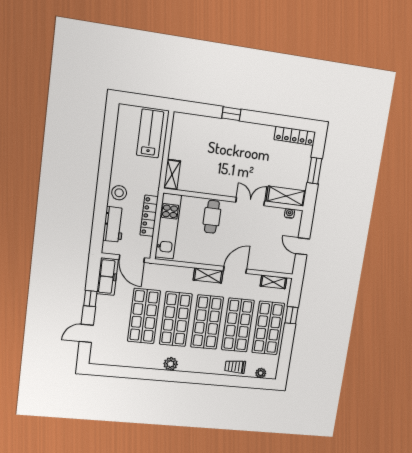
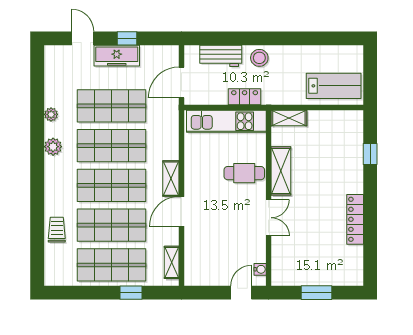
window: (231, 114) -> (370, 154), moved
locker: (295, 136) -> (355, 219), moved
shelving: (286, 196) -> (281, 171), moved
locker: (149, 216) -> (245, 97), width x0.66
door: (303, 246) -> (241, 293), moved
door: (235, 270) -> (182, 211), swing flipped
freezer: (107, 277) -> (117, 56), moved
plant: (261, 373) -> (51, 114), moved

